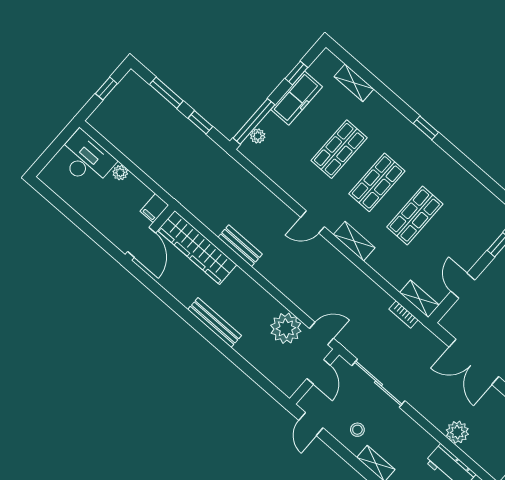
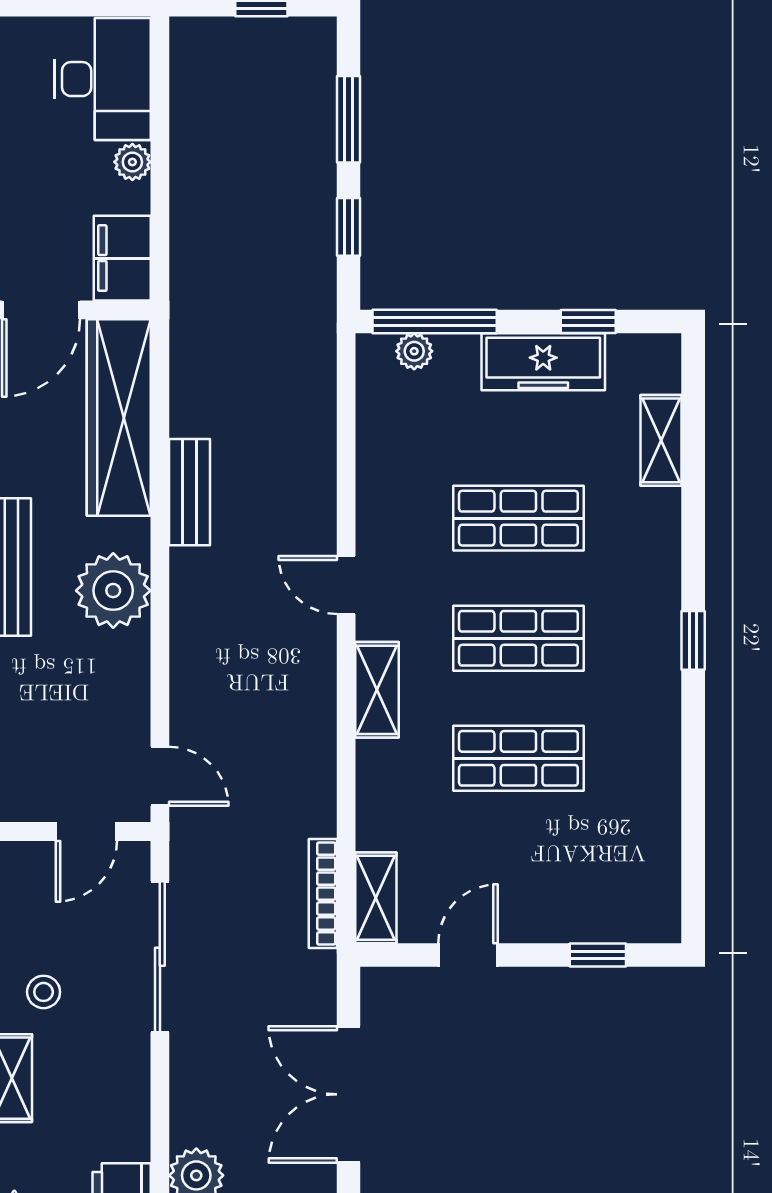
filing cabinet: (154, 208) -> (122, 258), width x2.00
bookcase: (403, 314) -> (323, 894), width x1.56
plant: (286, 328) -> (113, 591), moved

